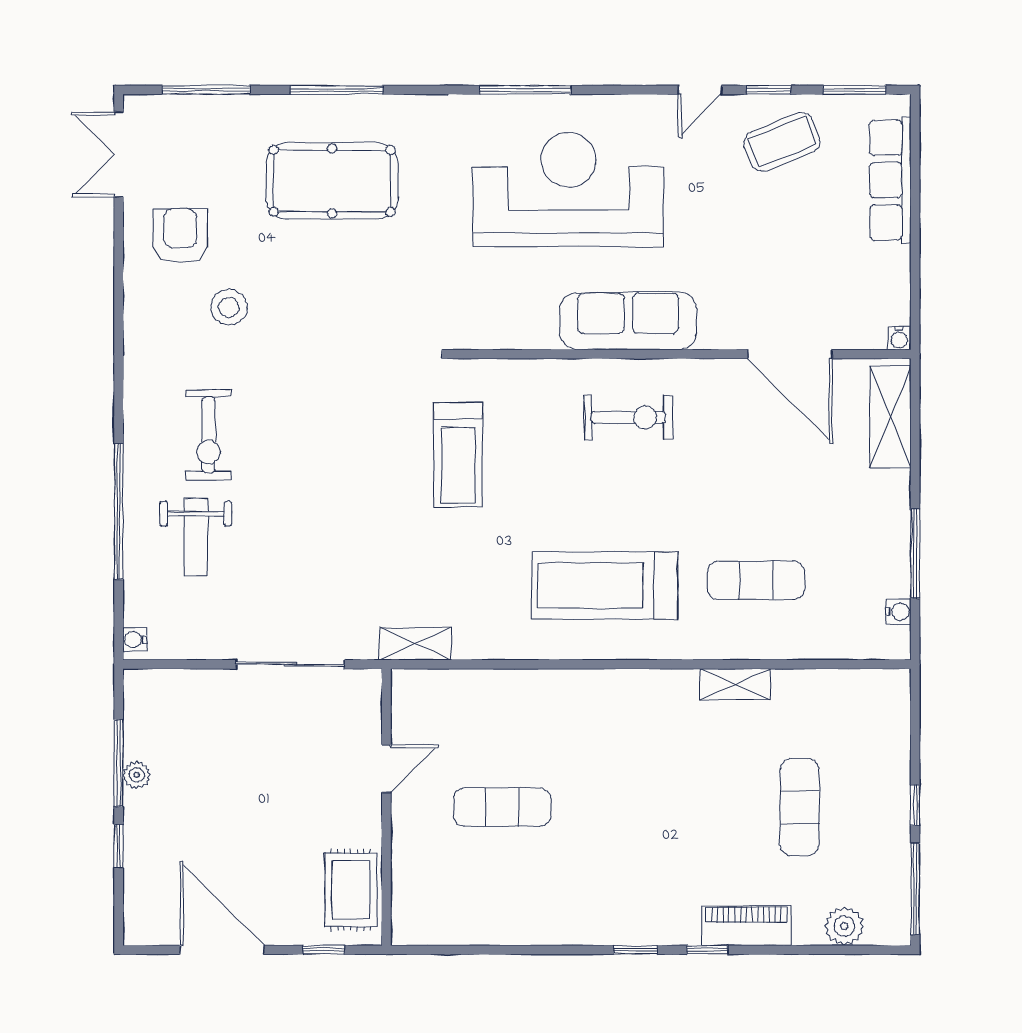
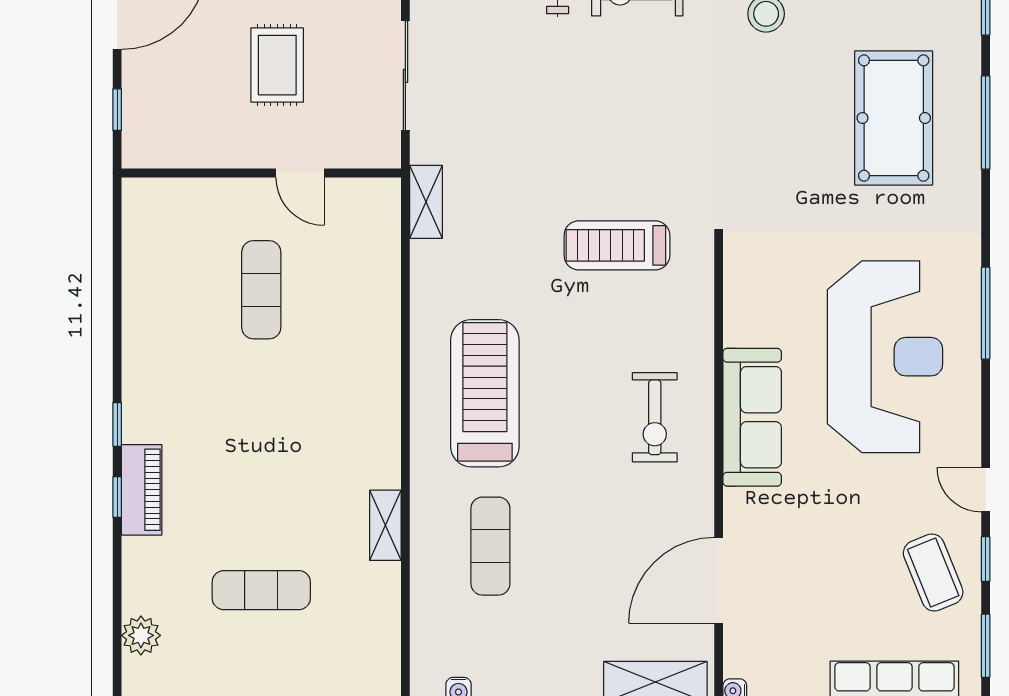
rug: (351, 890) -> (277, 65), moved, turned 90
piano: (747, 926) -> (142, 490), moved

